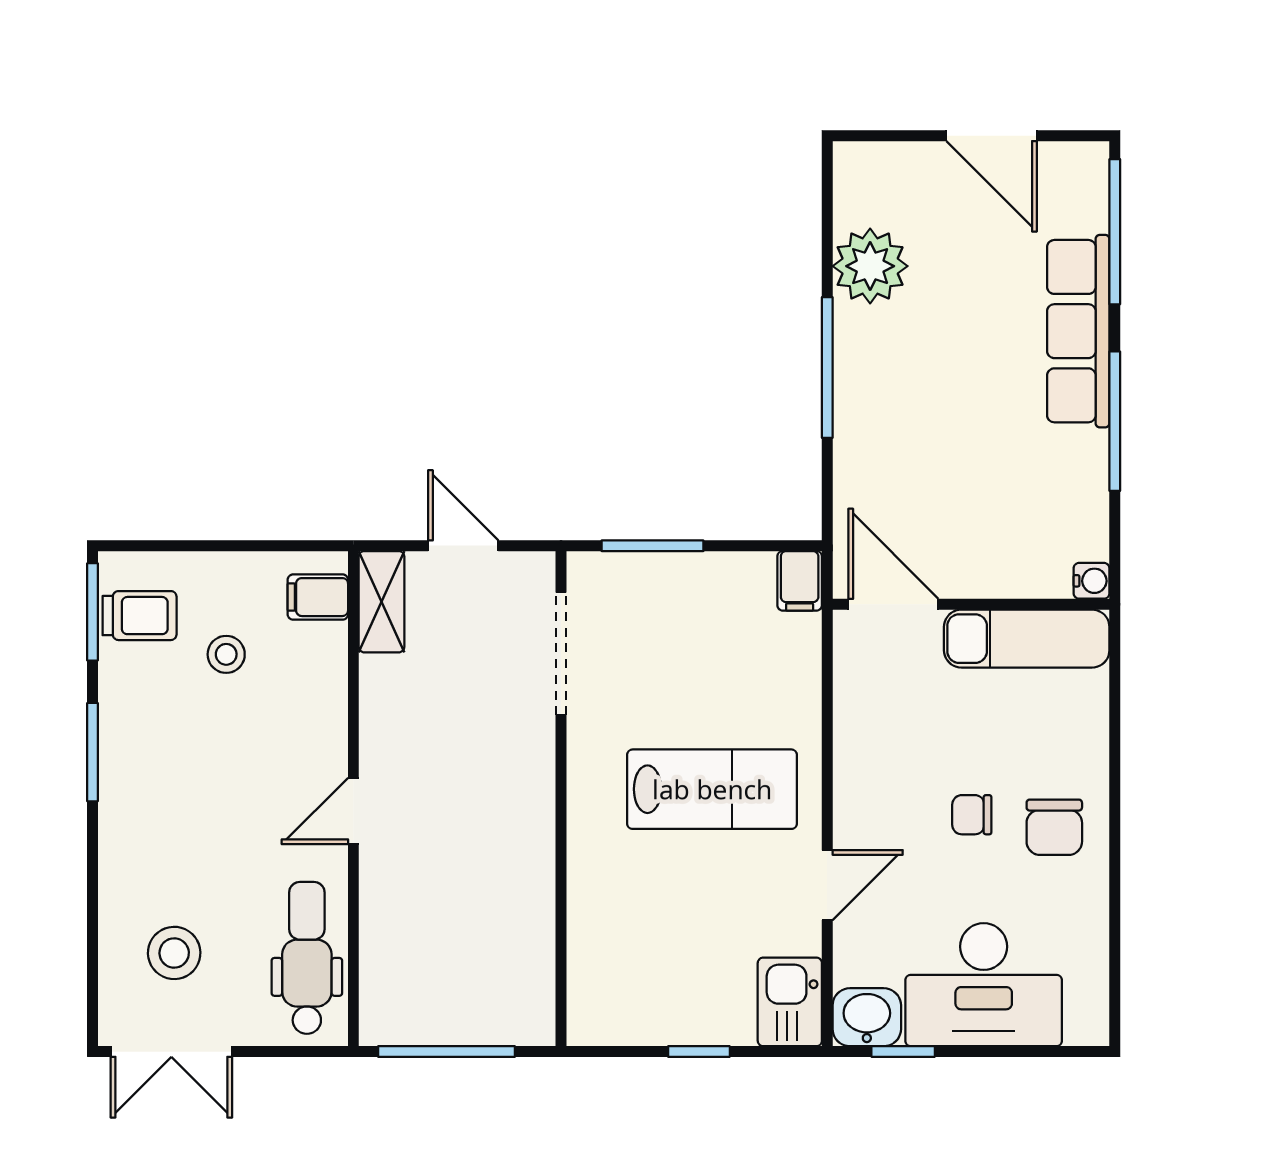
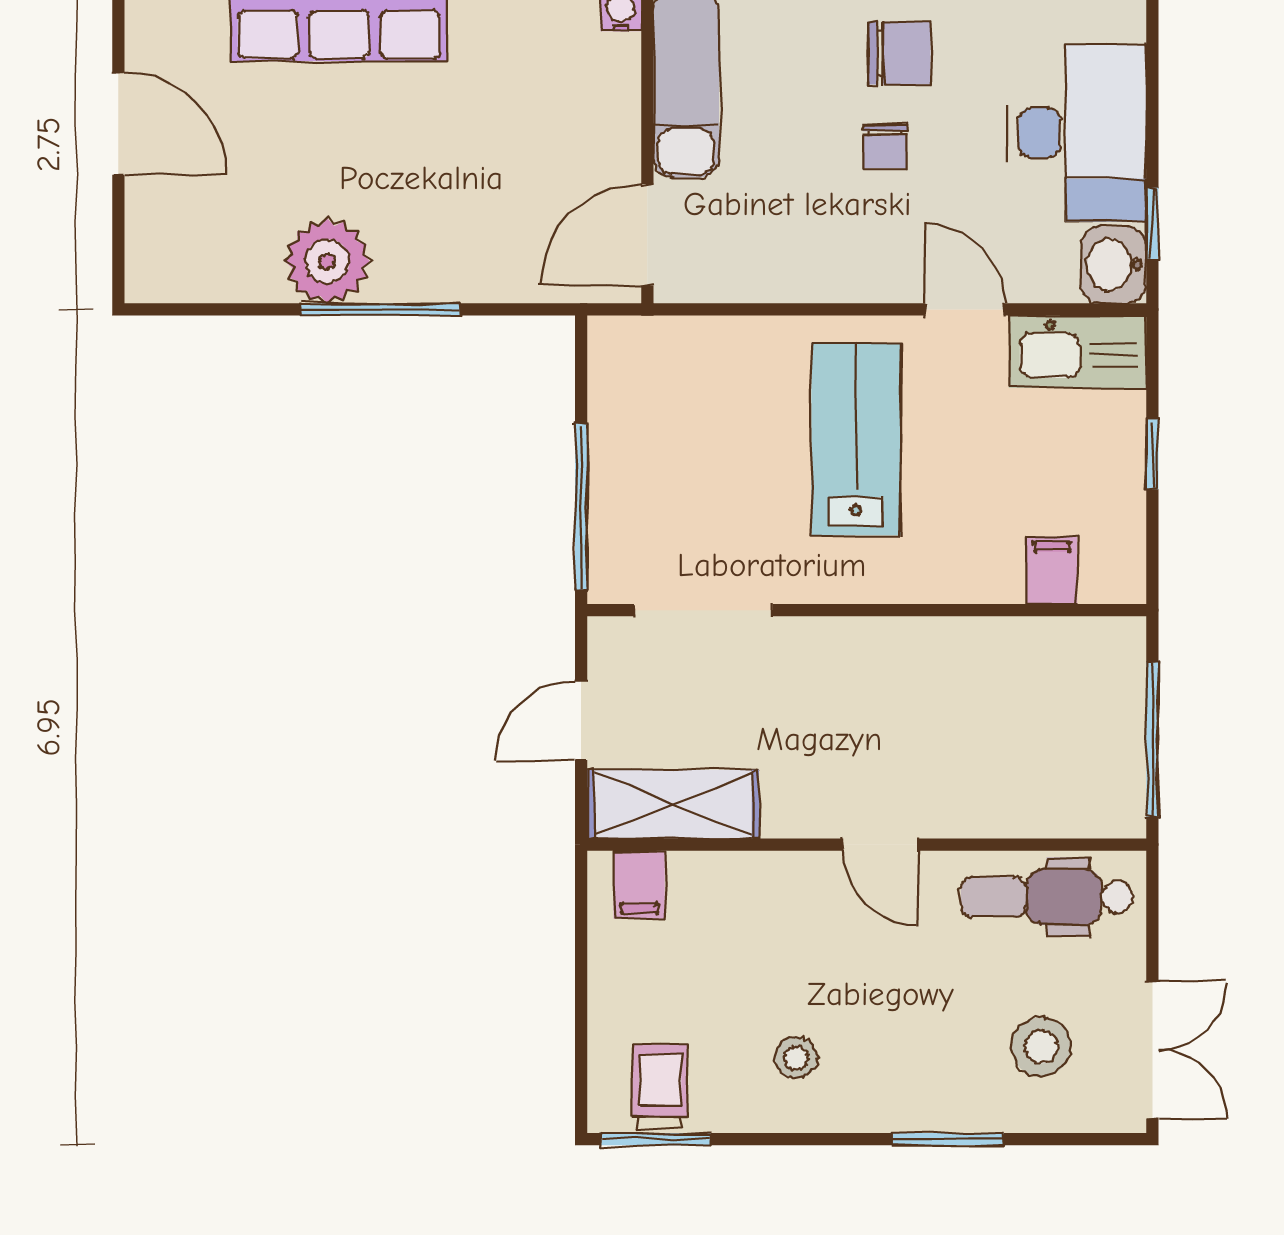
door: (992, 136) -> (118, 124), hinge flipped
plant: (870, 266) -> (327, 261), moved
window: (653, 546) -> (581, 507), width x1.44
filing cabinet: (800, 581) -> (1052, 570), moved, turned -90
shelving: (381, 602) -> (673, 804), width x1.50, depth x1.33
stool: (226, 654) -> (796, 1058), moved
window: (93, 752) -> (948, 1139), moved
kitchen sink: (790, 1002) -> (1078, 352), width x1.38

